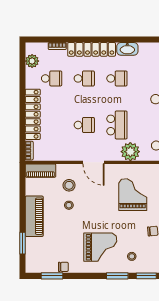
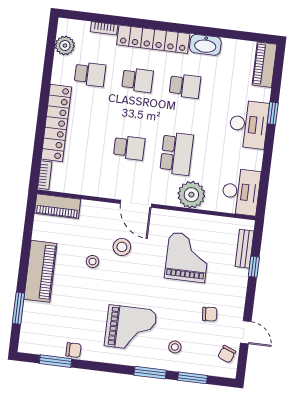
stool: (69, 185) -> (122, 247), moved

